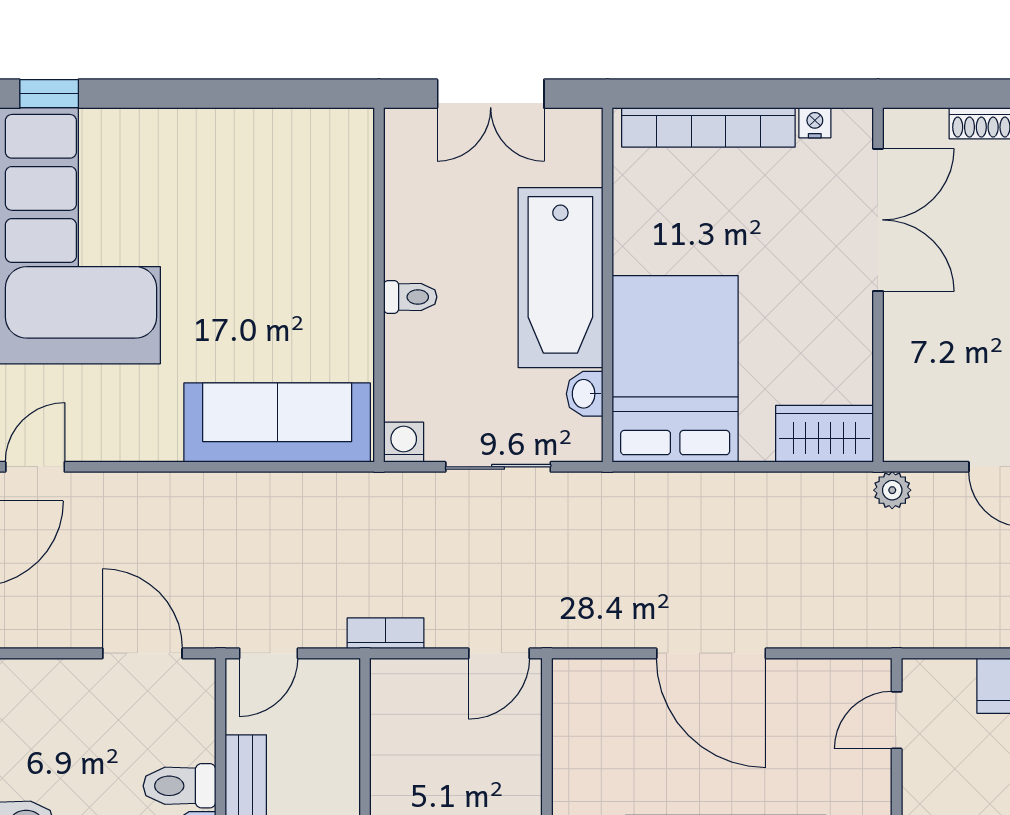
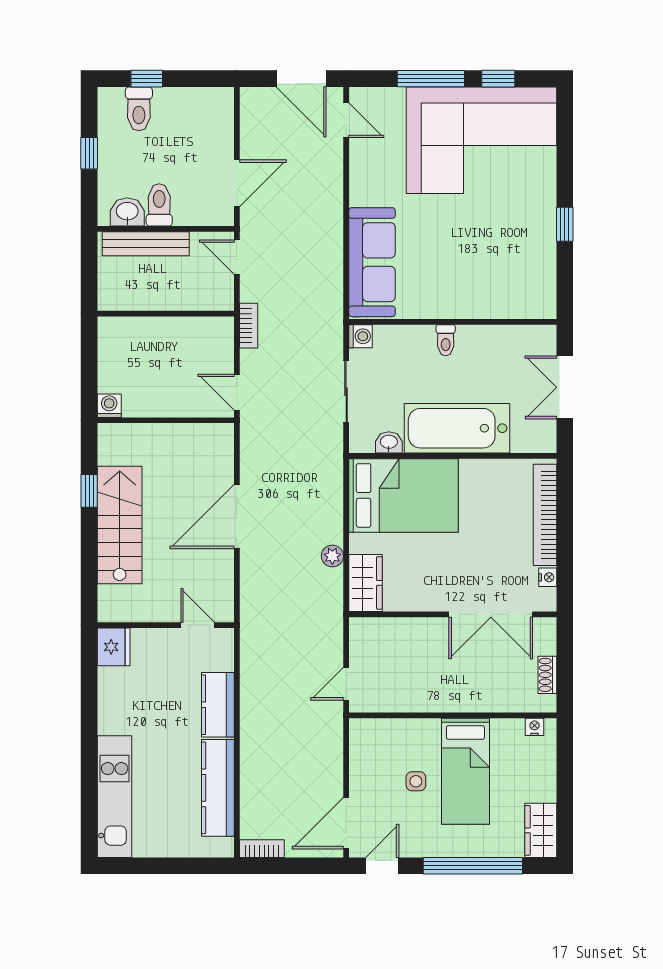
window: (49, 94) -> (565, 224), moved
plant: (892, 490) -> (332, 556), moved

